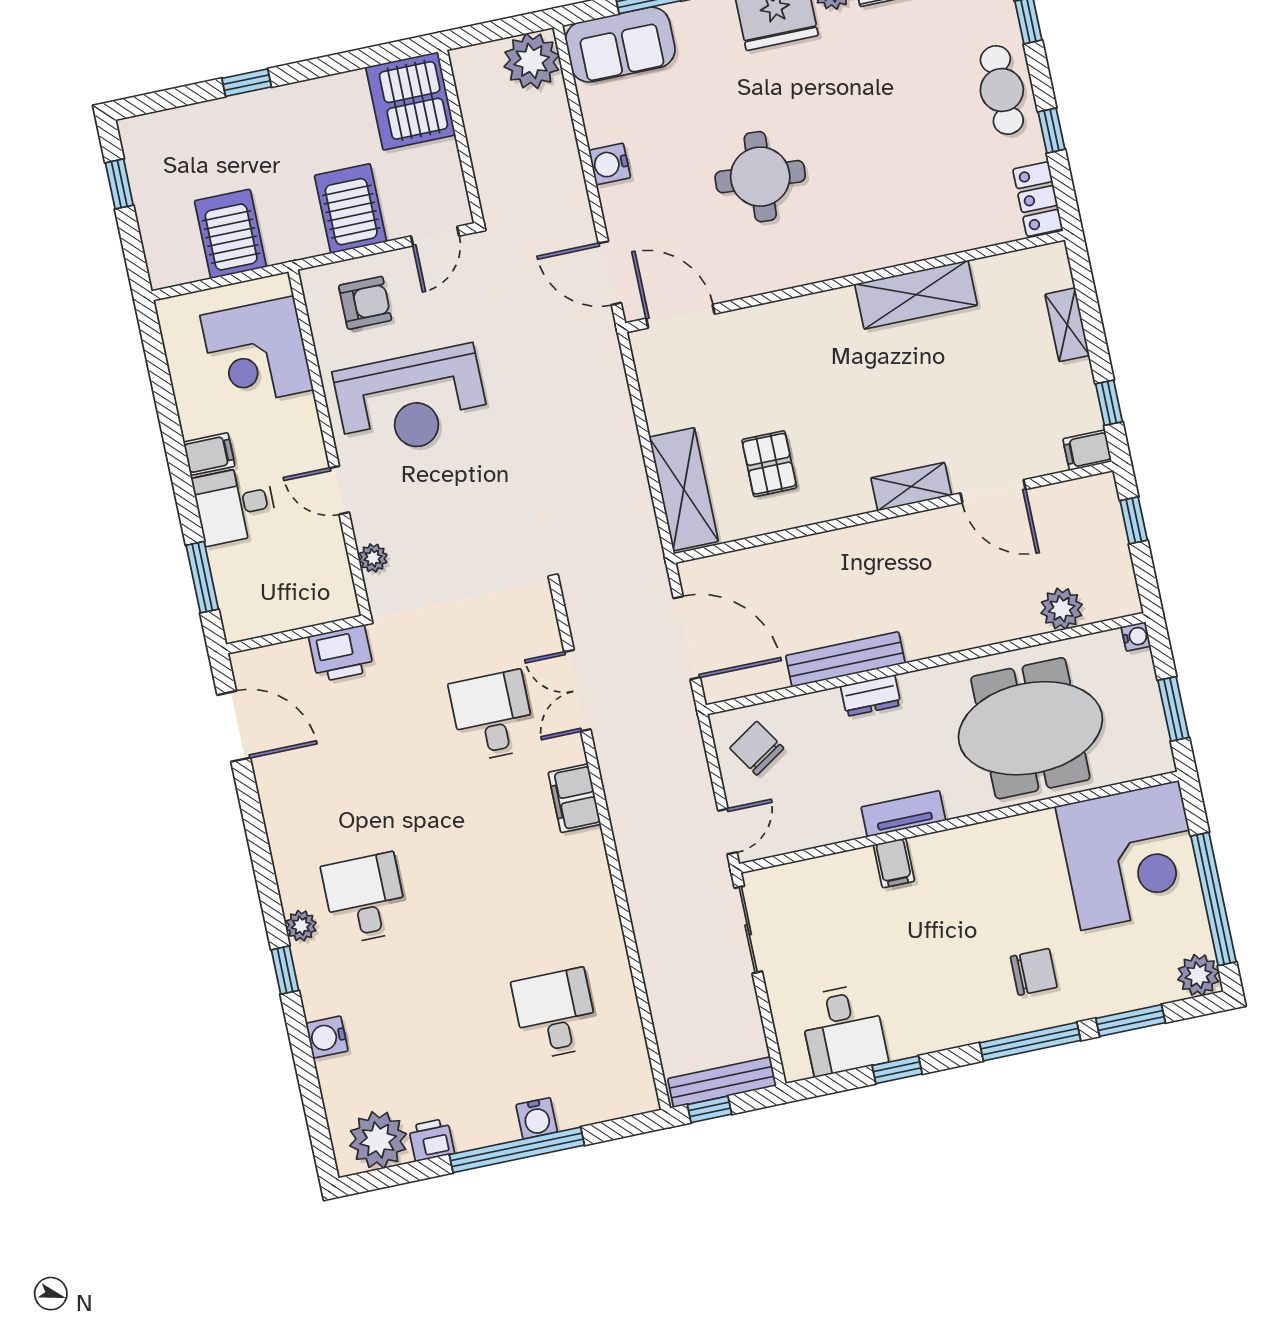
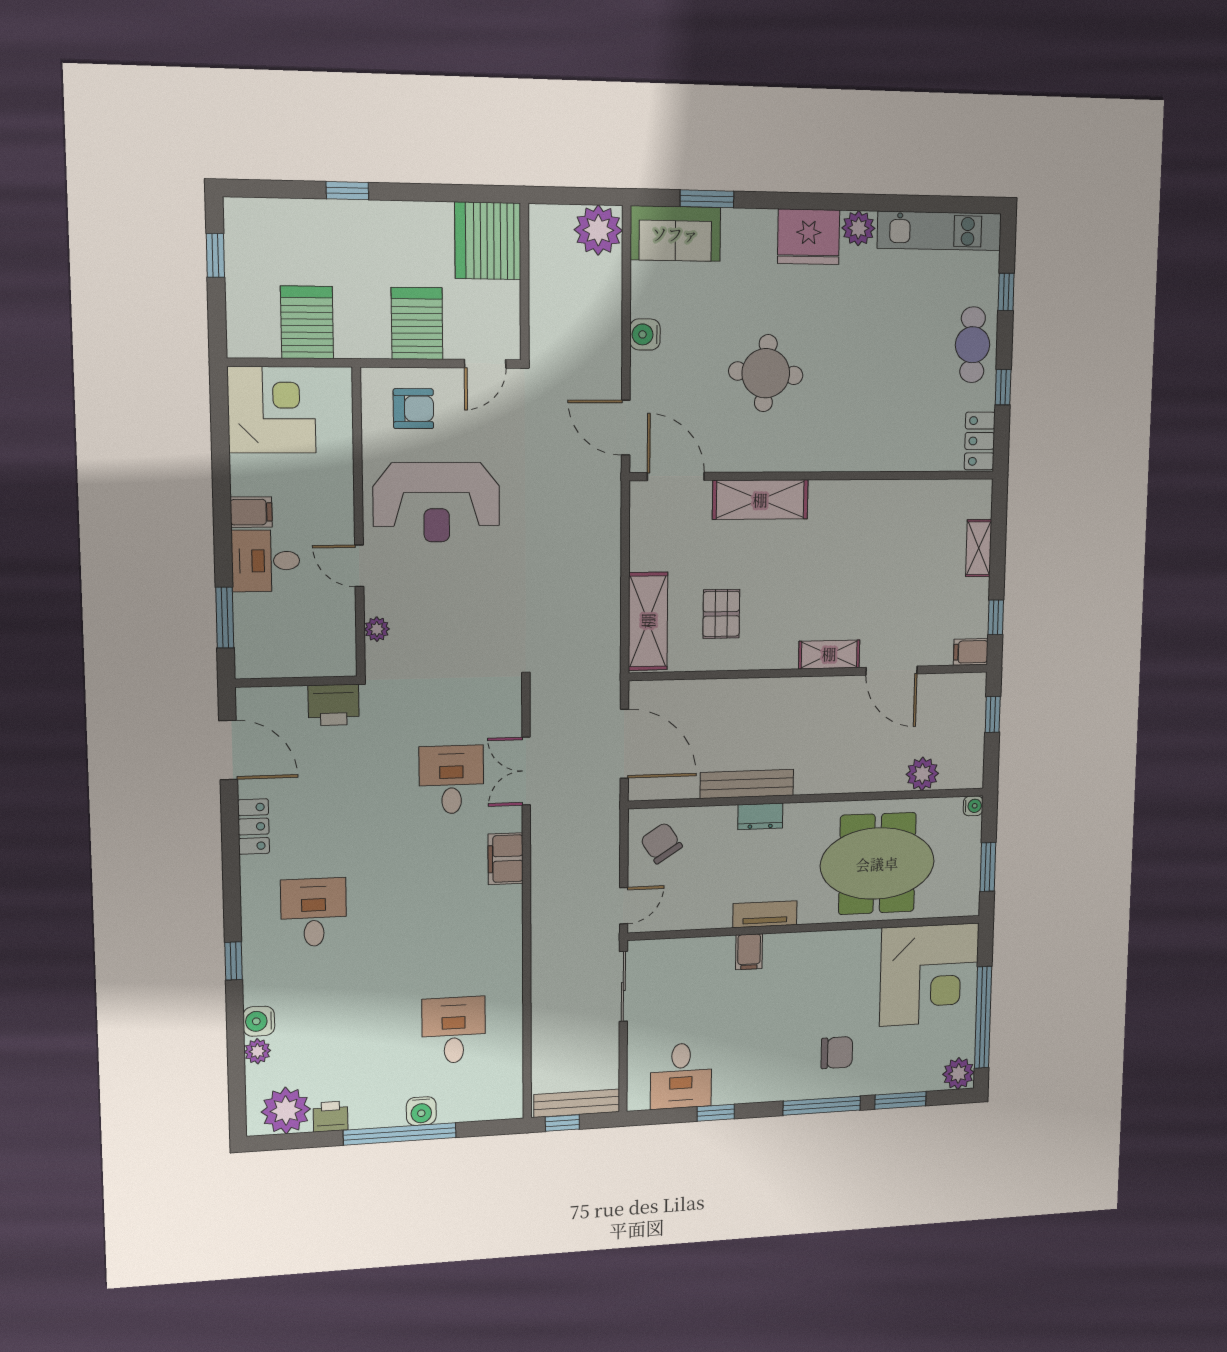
shelving: (916, 295) -> (760, 500), moved
corner desk: (257, 353) -> (272, 410), moved, turned 180
locker: (278, 809) -> (254, 827), added
plant: (301, 926) -> (257, 1051), moved

